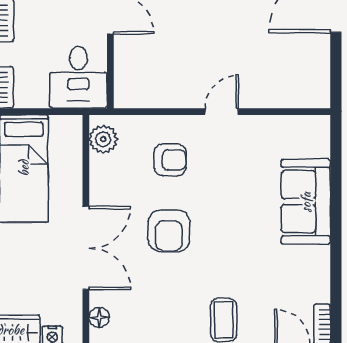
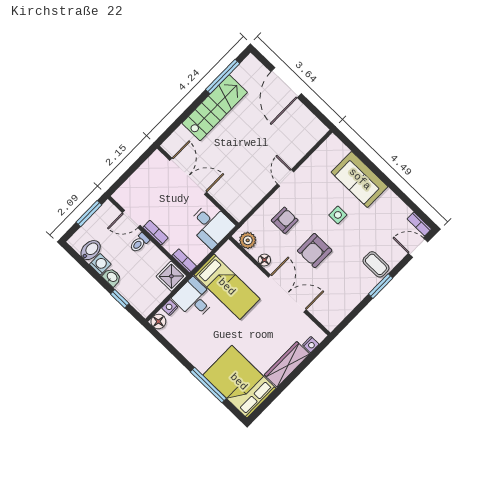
side table: (238, 217) -> (338, 215), added
armchair: (169, 231) -> (315, 251), turned 90
floor lamp: (99, 318) -> (264, 260), moved

